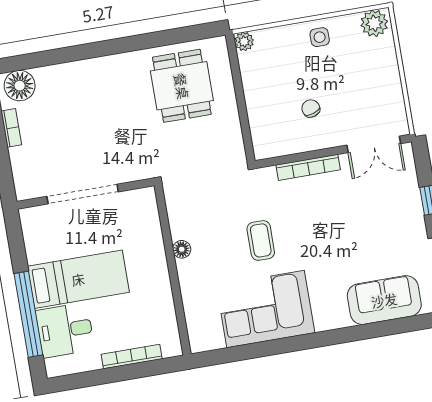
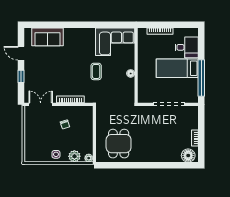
plant: (374, 23) -> (74, 156), moved
corner sofa: (266, 309) -> (115, 42), moved
window: (28, 314) -> (201, 78), moved

